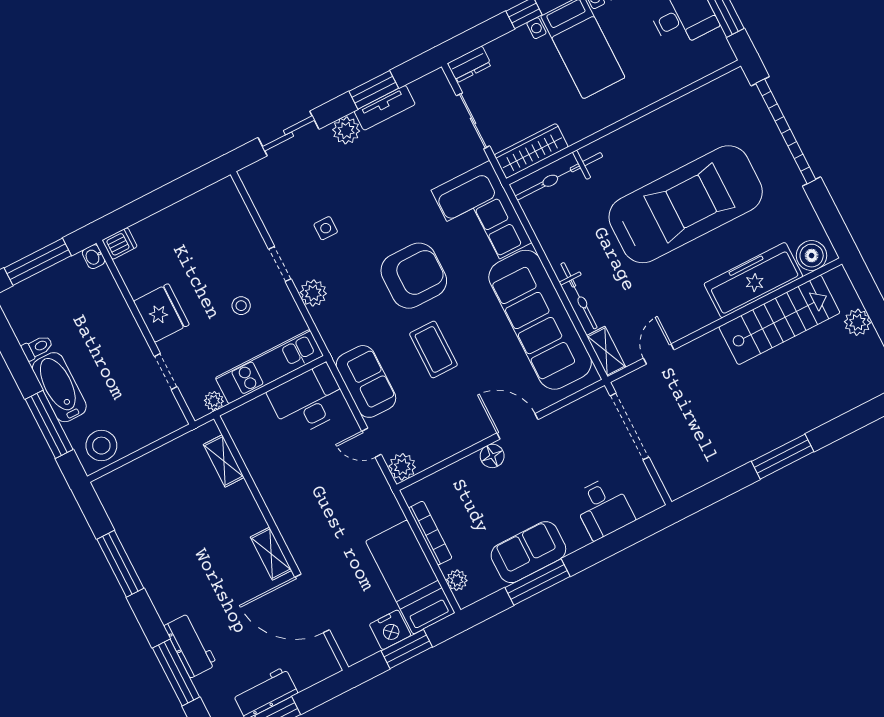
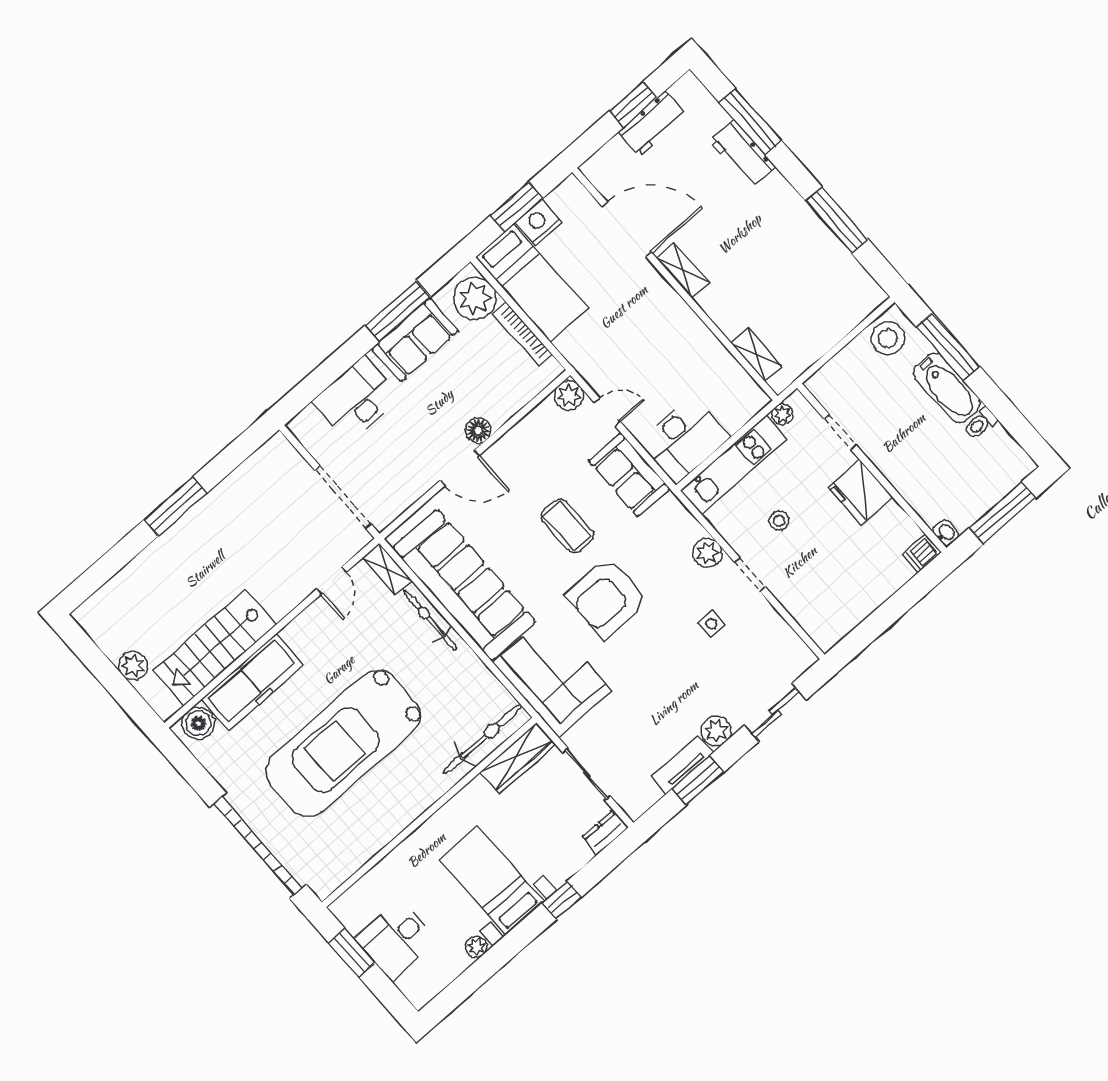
desk: (603, 508) -> (356, 399), width x1.37
plant: (457, 580) -> (475, 298), width x1.87, depth x1.87

